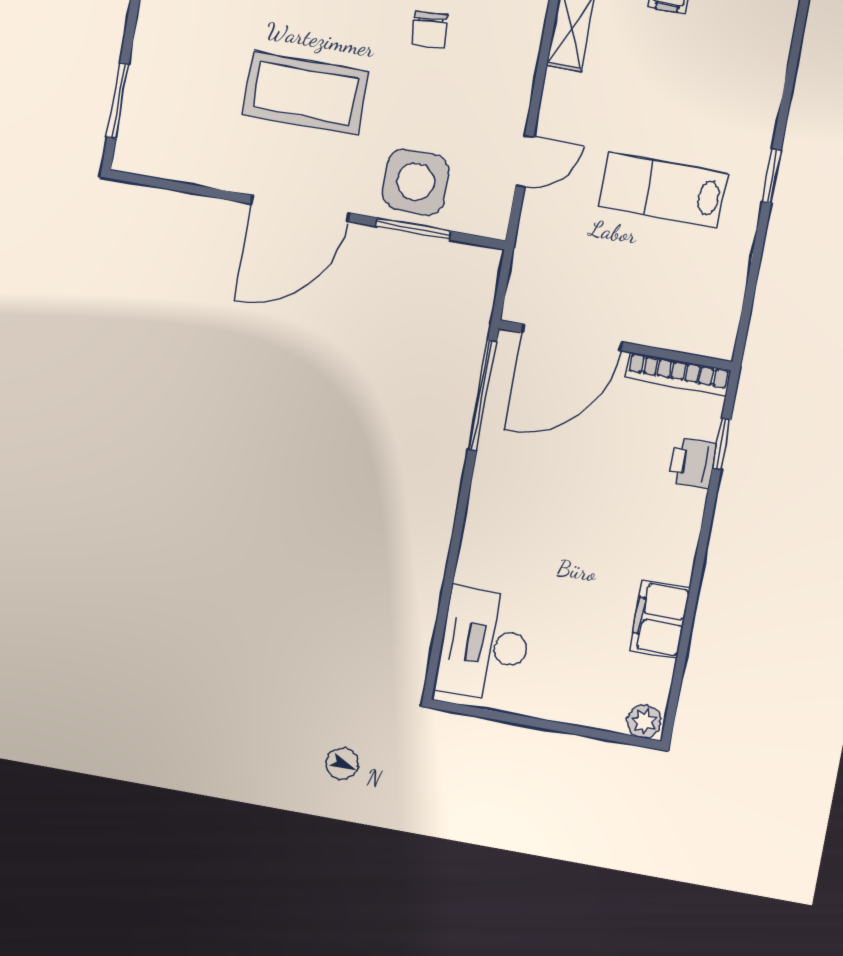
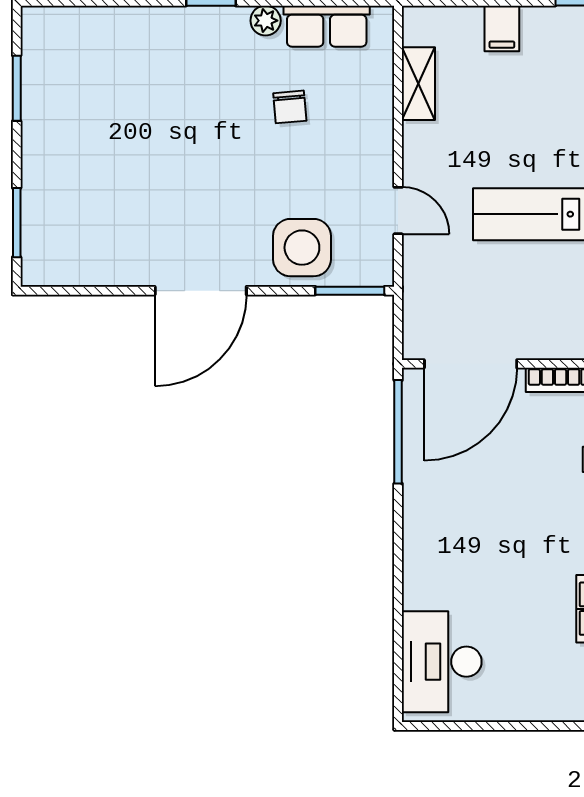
coffee table: (305, 93) -> (187, 185), removed
door: (525, 161) -> (398, 211), hinge flipped
window: (413, 229) -> (350, 291), moved

